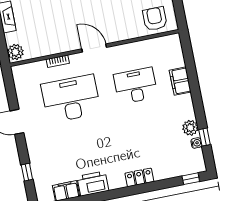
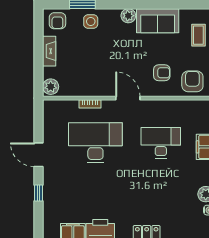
armchair: (123, 16) -> (162, 73), added
window: (27, 172) -> (39, 193), moved

